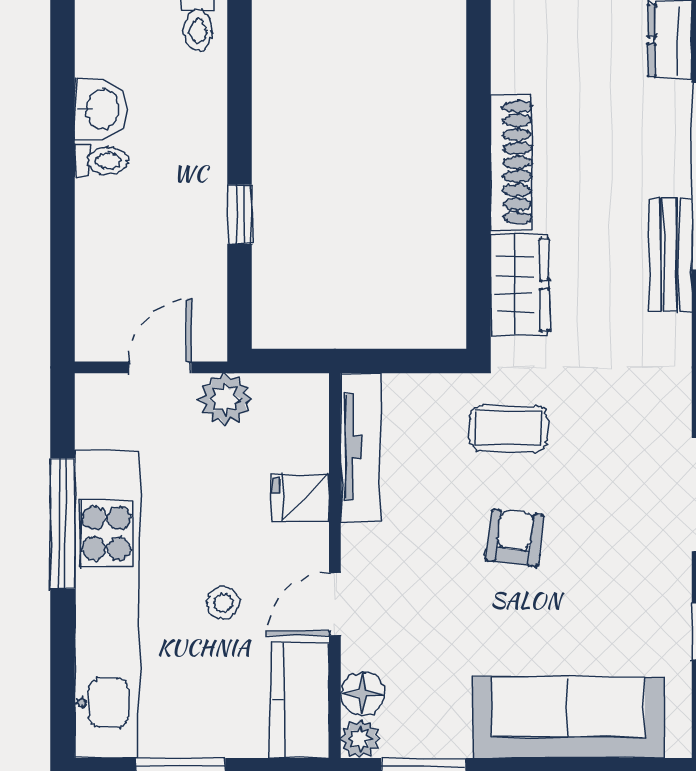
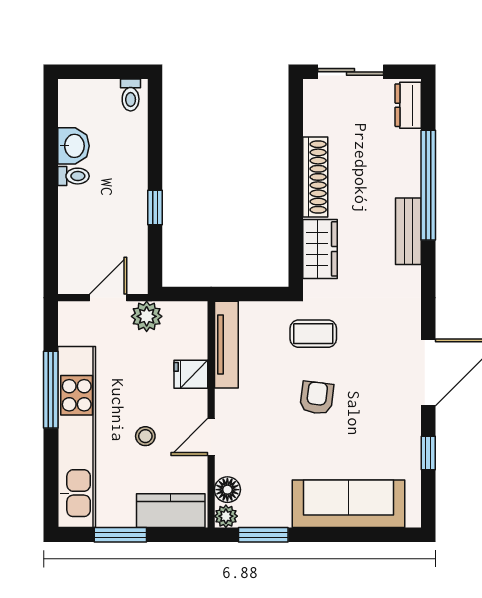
kitchen counter: (300, 700) -> (171, 511), moved, turned 90

